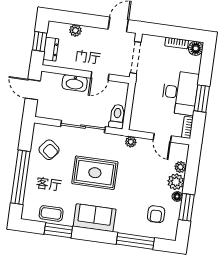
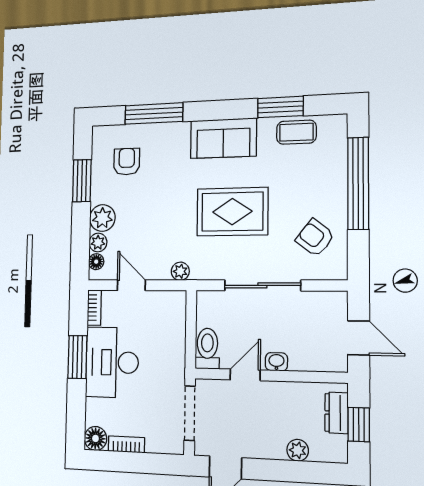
washbasin: (75, 83) -> (276, 362), width x0.52, depth x0.69
toilet: (117, 116) -> (207, 349), moved, turned 180
floor lamp: (177, 196) -> (96, 262), moved

